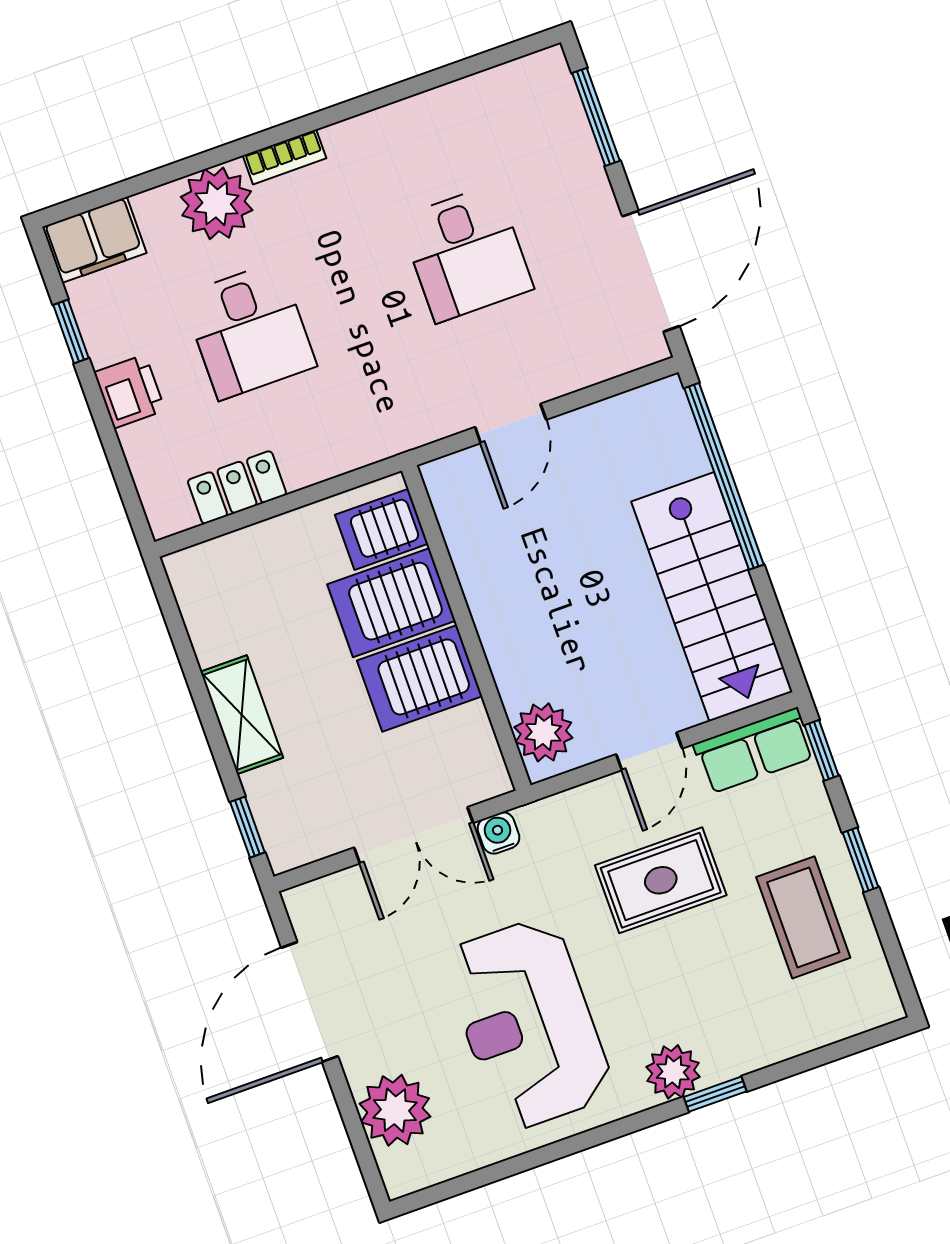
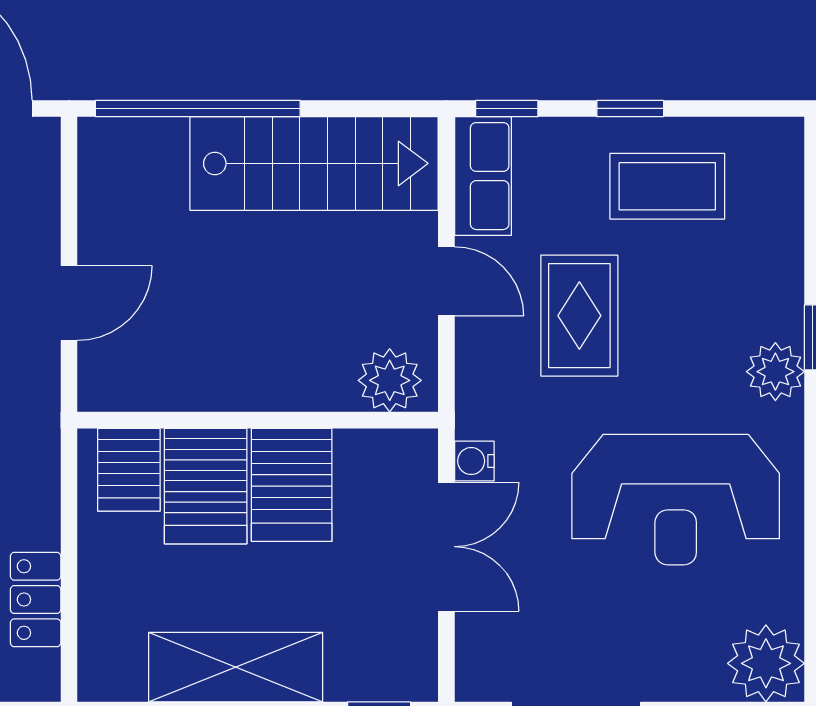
door: (511, 423) -> (69, 303), hinge flipped
shelving: (242, 715) -> (236, 667), width x1.50, depth x1.33
plant: (395, 1110) -> (766, 663), moved

